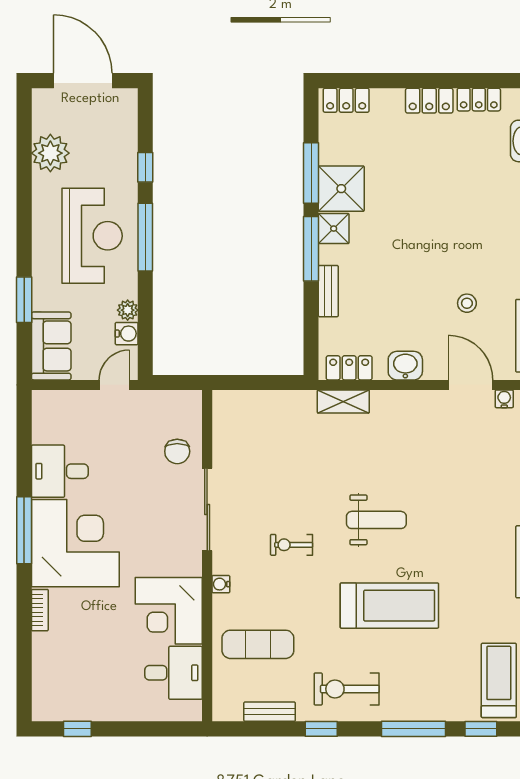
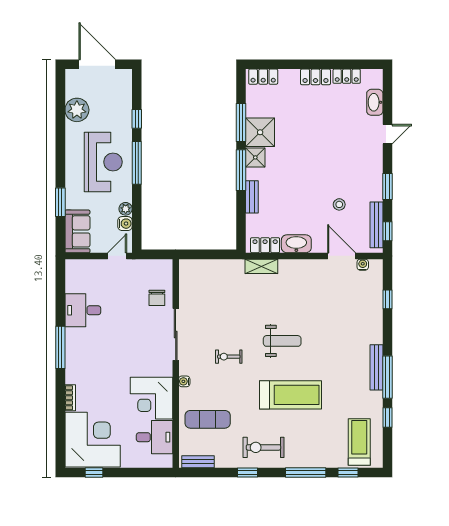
washbasin: (405, 366) -> (296, 244), width x1.38
corner desk: (75, 543) -> (93, 440), moved
bench: (270, 712) -> (198, 462), moved

